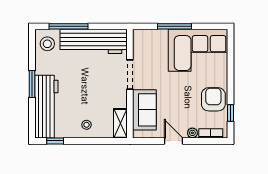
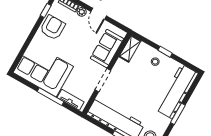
tv unit: (152, 35) -> (71, 100), added
armchair: (213, 99) -> (53, 28), turned 180
window: (55, 141) -> (165, 52), moved

